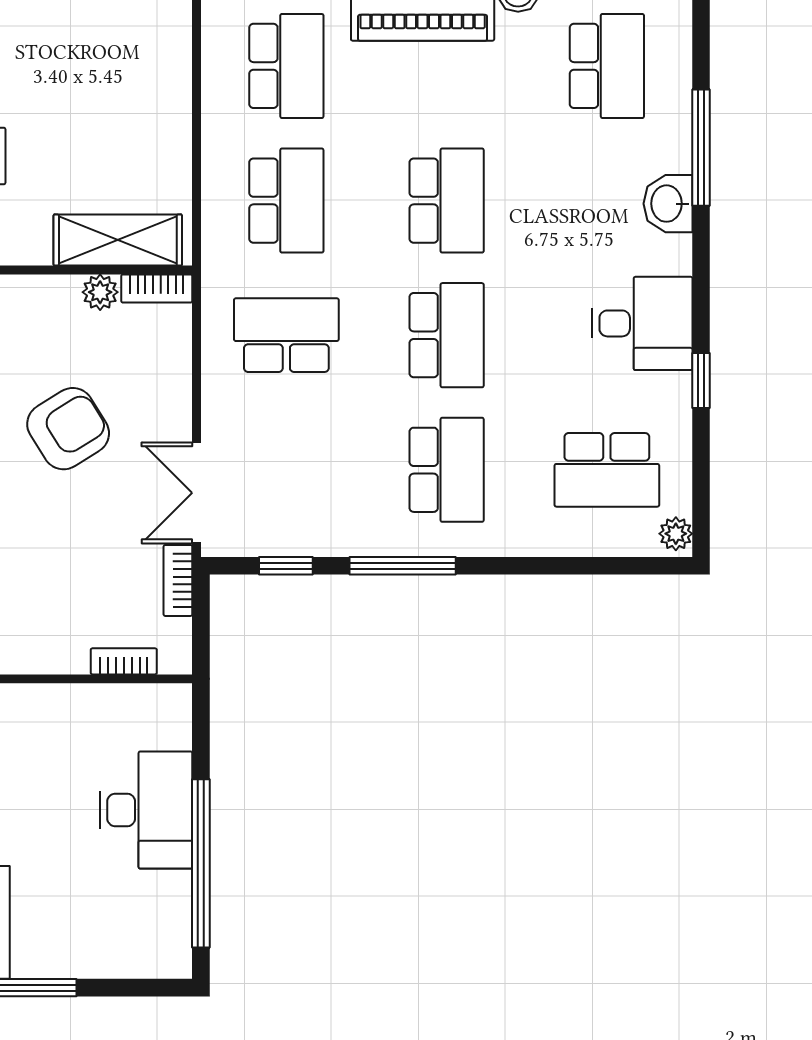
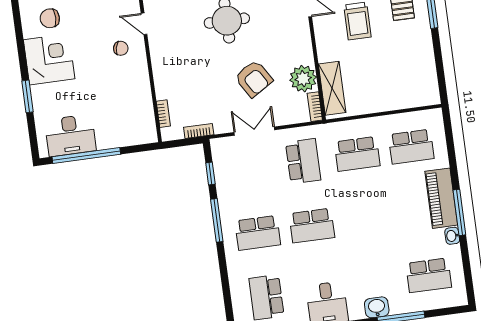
school desk: (447, 201) -> (366, 218), removed
plant: (100, 292) -> (303, 79), width x1.88, depth x1.88
double door: (197, 493) -> (254, 131), moved
desk: (146, 810) -> (70, 135), moved

